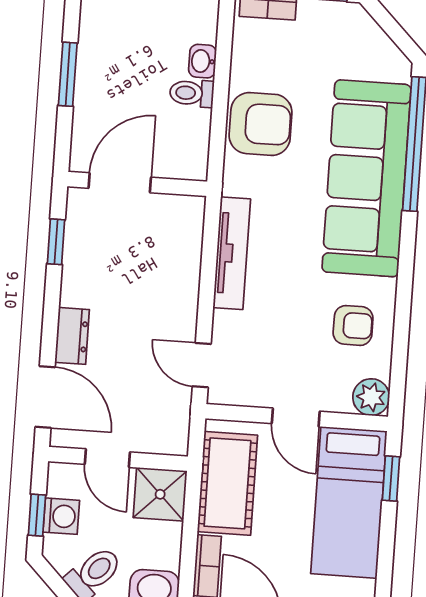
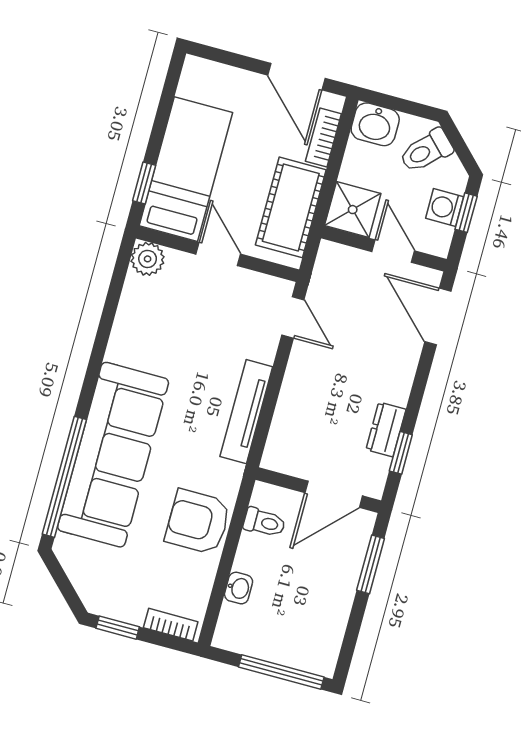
window: (68, 74) -> (371, 564), moved
toilet: (192, 93) -> (264, 522), moved
armchair: (353, 325) -> (151, 326), removed
dresser: (72, 336) -> (386, 429), moved

